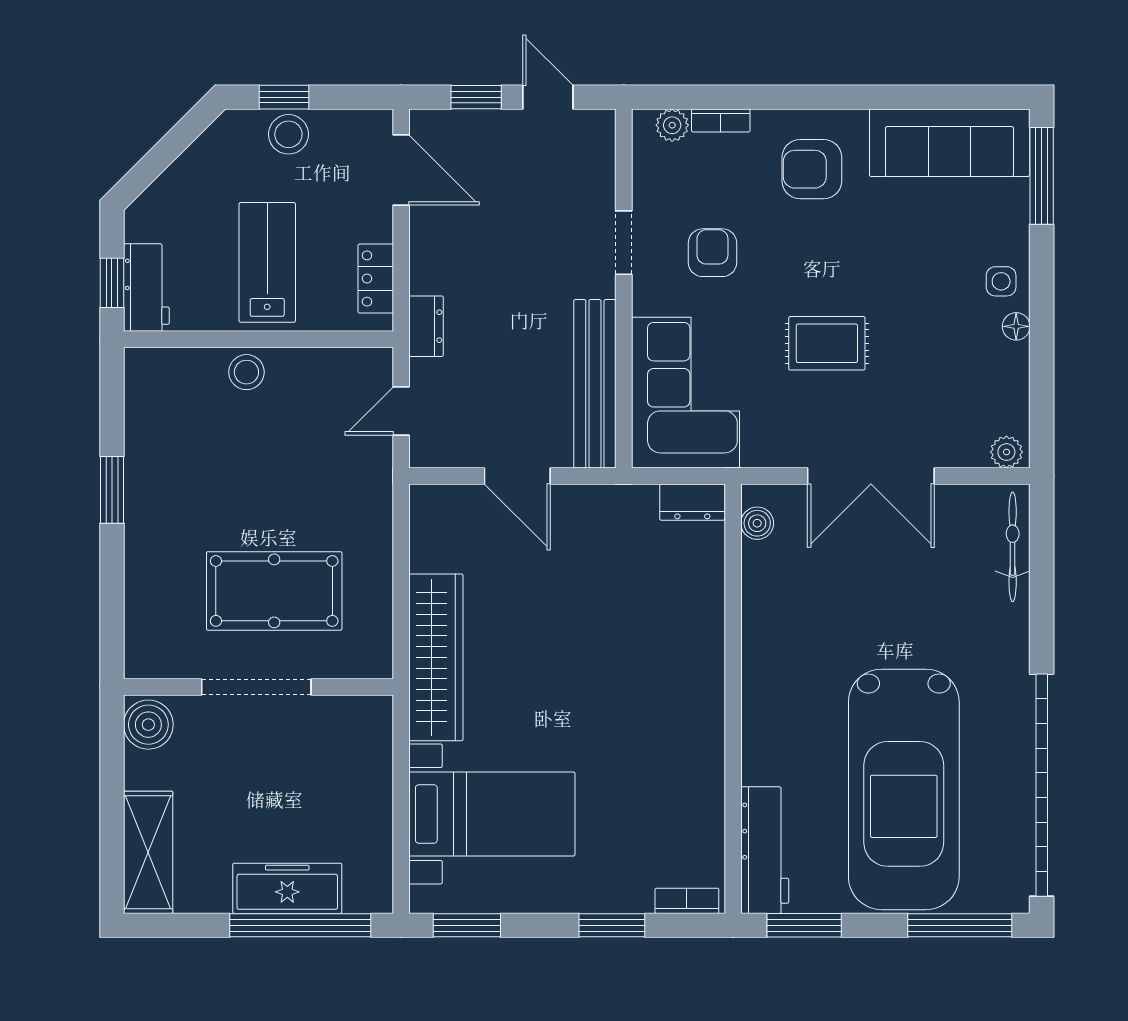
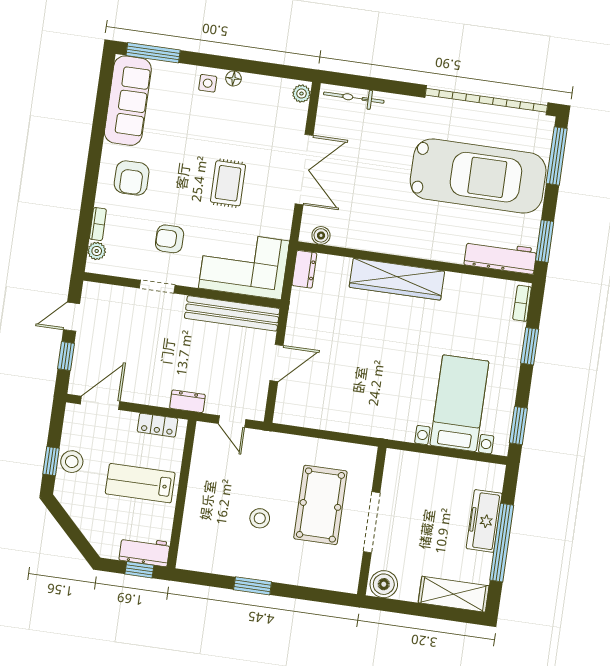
stool: (246, 372) -> (260, 518), moved
wardrobe: (436, 657) -> (397, 279), moved, turned 180
window: (300, 925) -> (502, 543), moved

